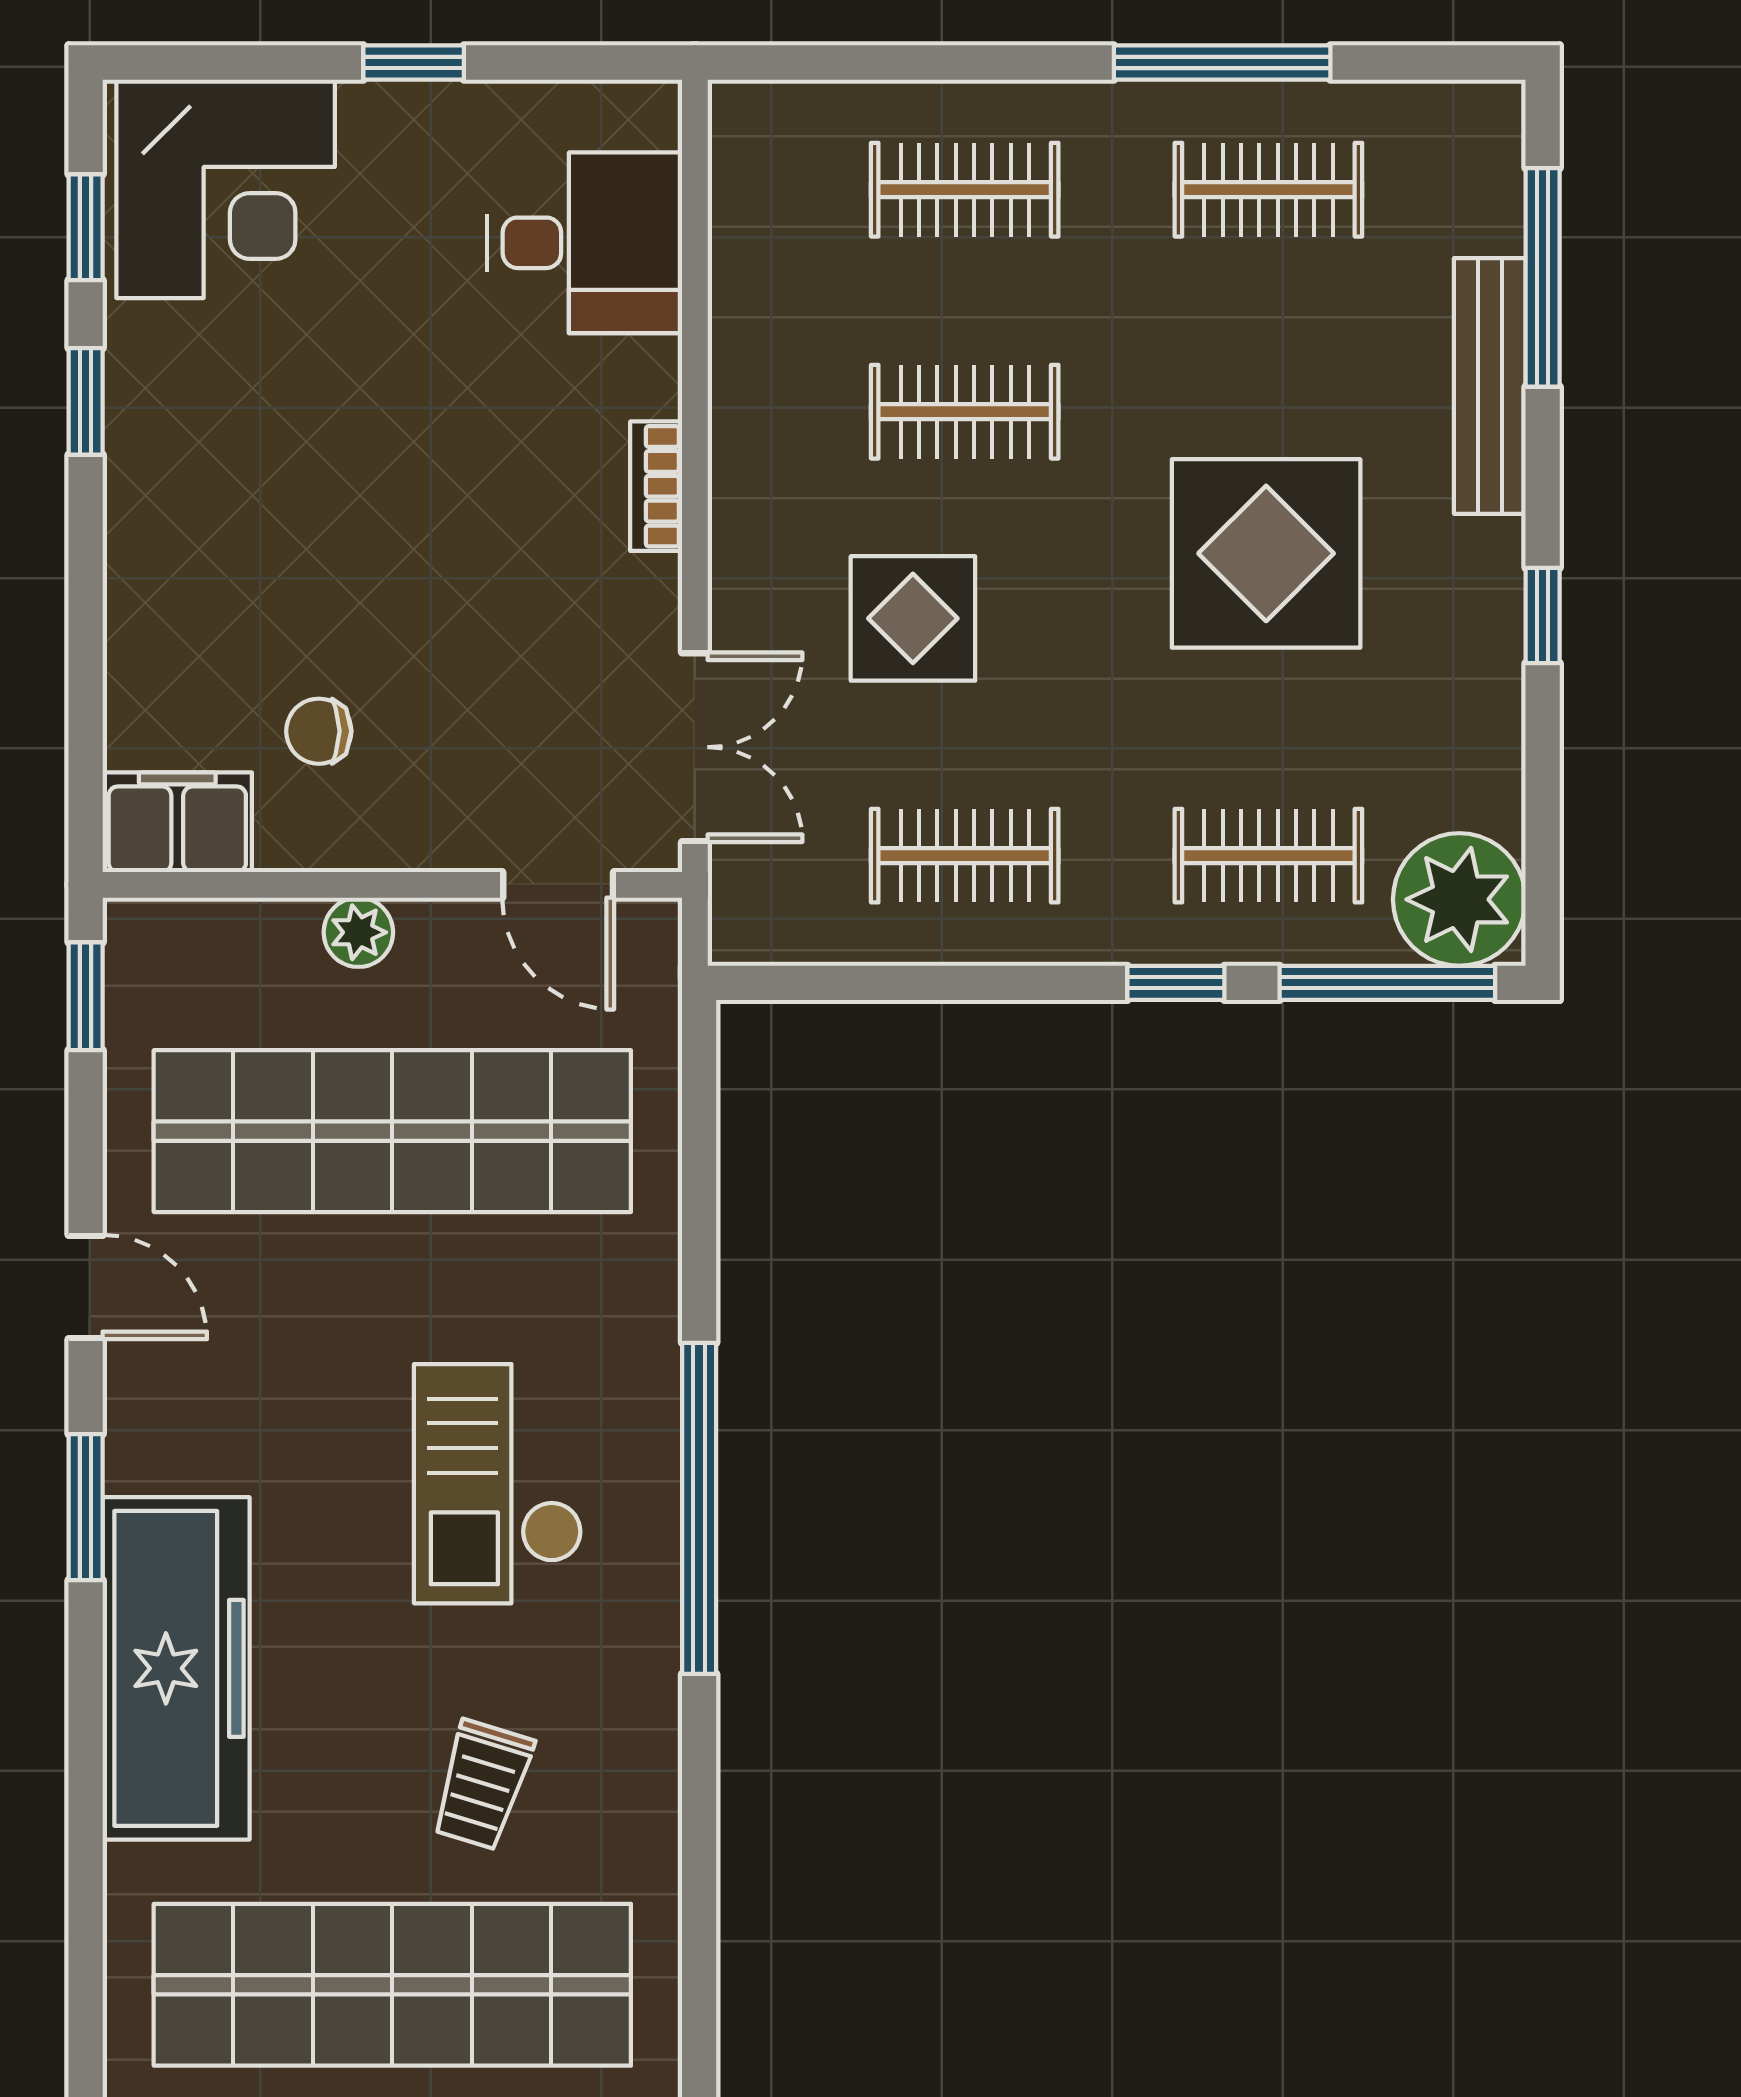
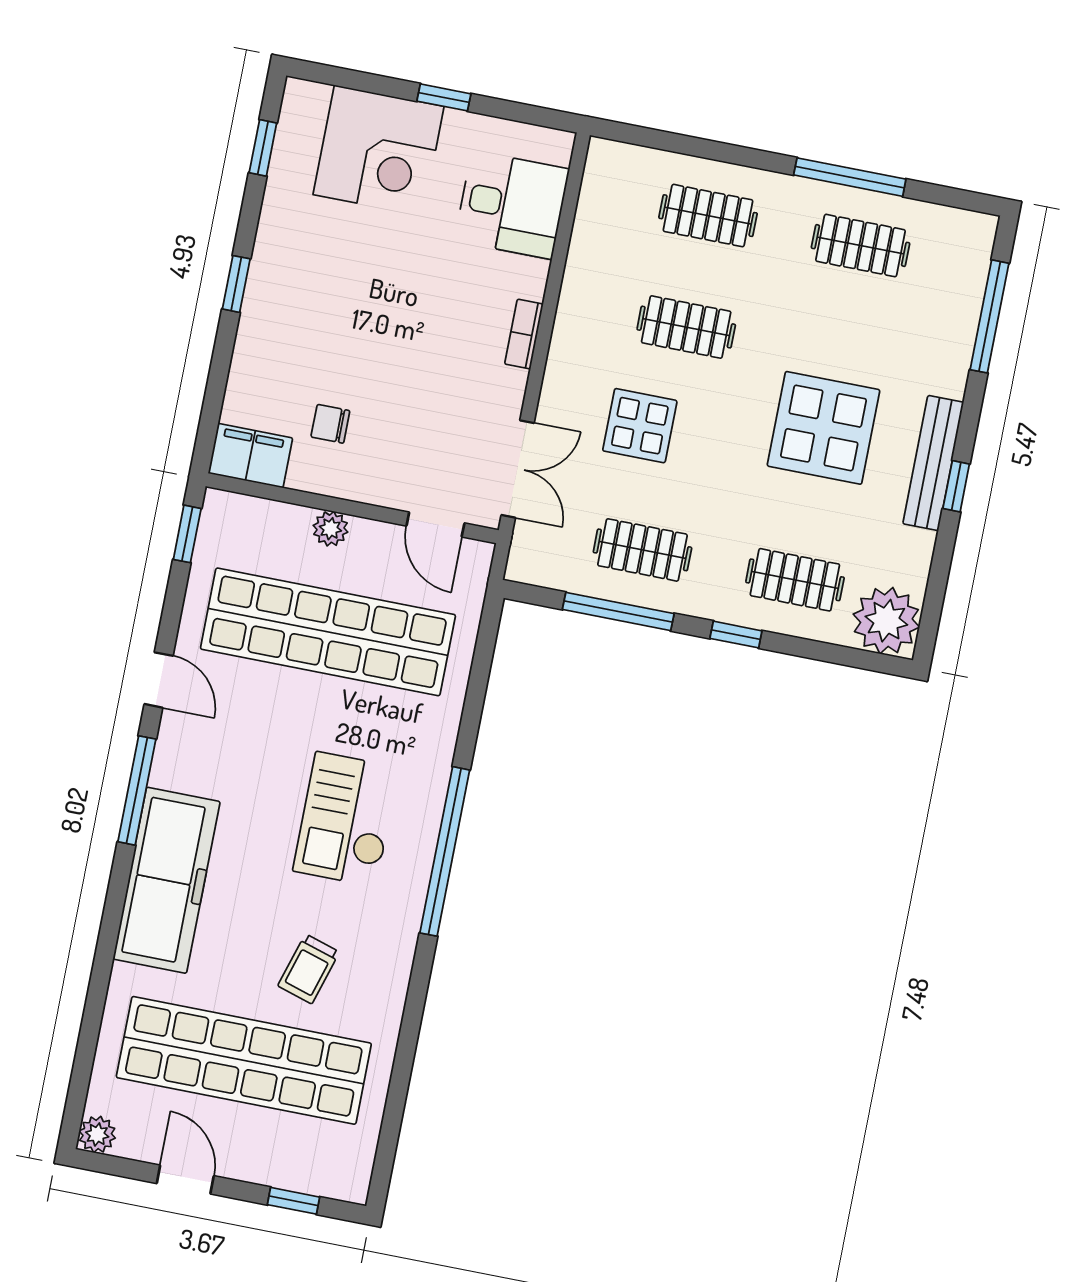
corner desk: (226, 189) -> (379, 151), moved
bench: (1490, 386) -> (933, 463), moved
window: (86, 401) -> (236, 284), moved
window: (1387, 983) -> (618, 611), moved
window: (86, 1507) -> (137, 790), width x1.44

